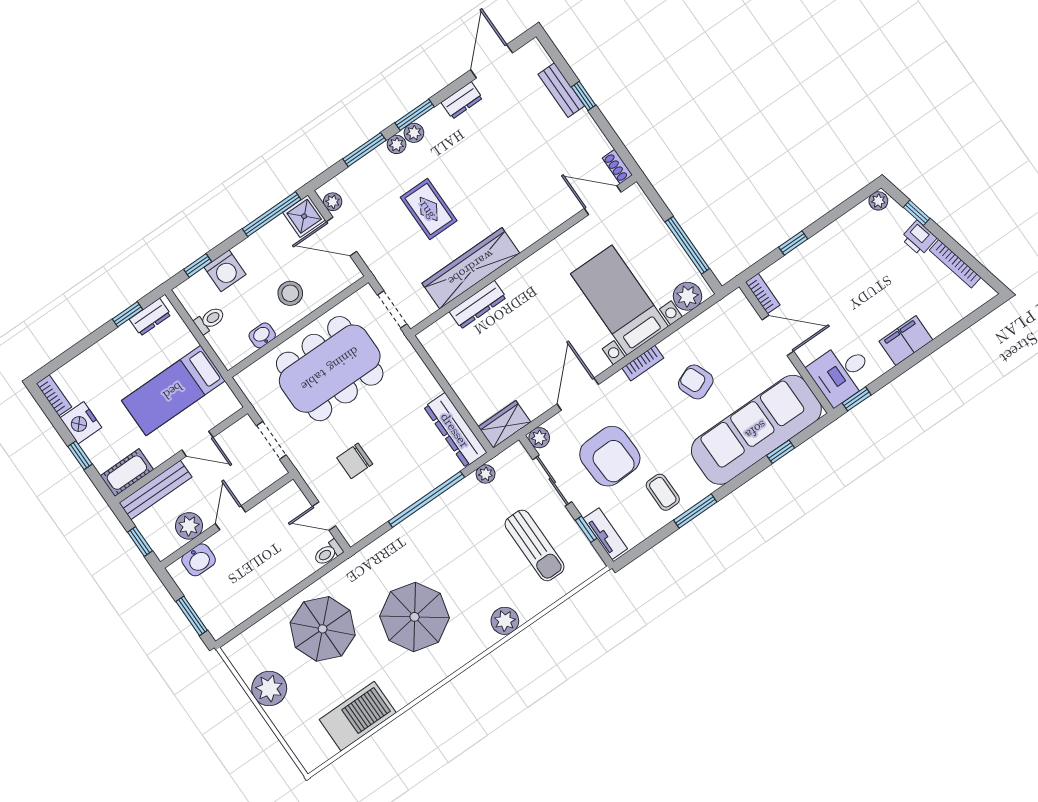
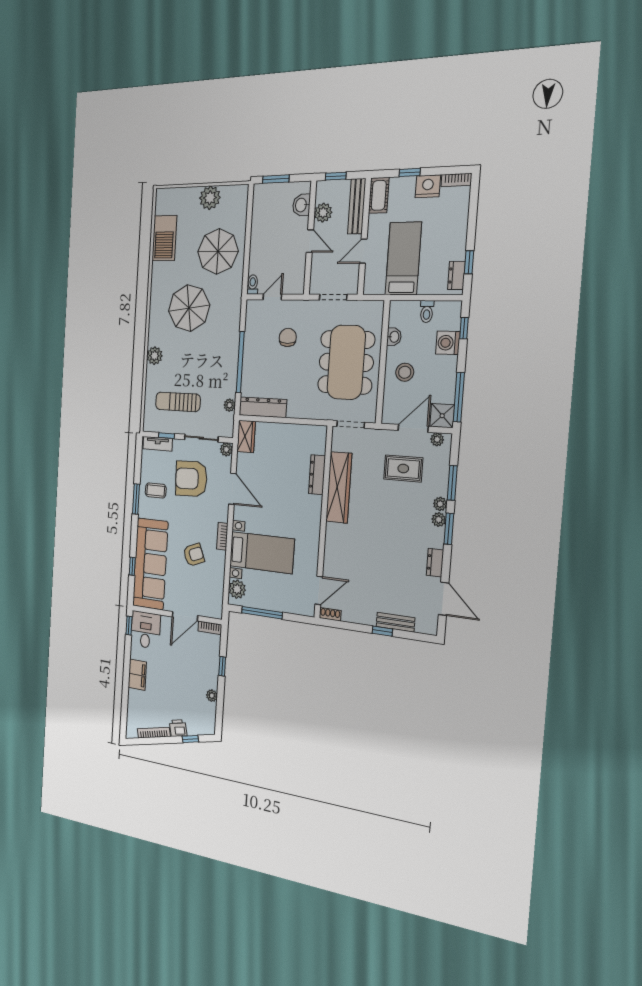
plant: (878, 201) -> (212, 696), moved
rug: (429, 209) -> (403, 468), moved

